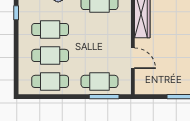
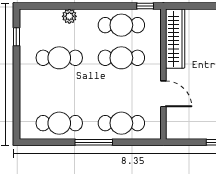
cafe table: (50, 55) -> (121, 58), moved
window: (104, 97) -> (94, 142), moved

